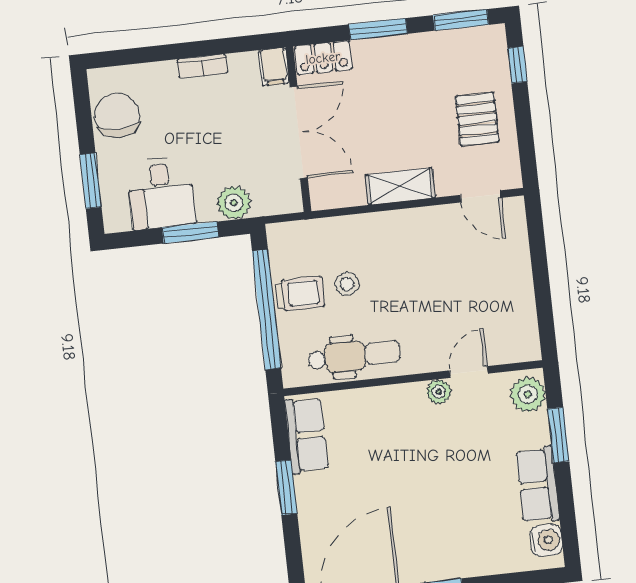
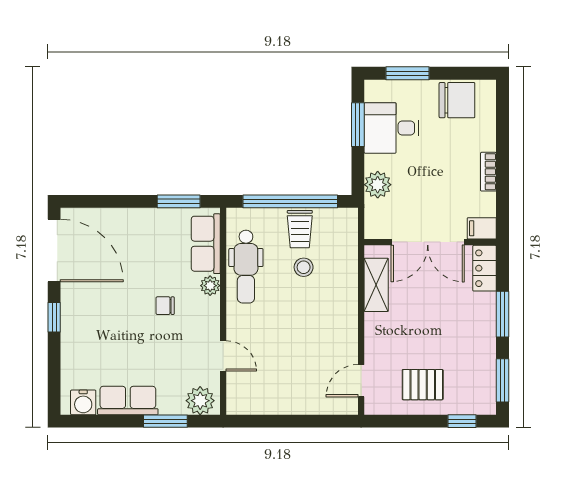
shelving: (400, 186) -> (376, 285), moved
window: (190, 232) -> (358, 125), moved
plant: (439, 392) -> (210, 286), moved
row of seats: (307, 435) -> (206, 244), moved, turned 90
chair: (414, 451) -> (165, 306), added
window: (286, 487) -> (179, 201), moved

